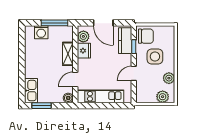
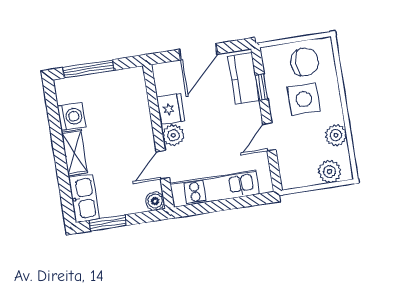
window: (54, 23) -> (89, 69), moved
door: (103, 23) -> (198, 52), hinge flipped
washing machine: (41, 32) -> (71, 117), moved, turned -90
plant: (83, 36) -> (173, 135), moved
chair: (146, 36) -> (305, 62), moved
shelving: (68, 54) -> (75, 153), moved

